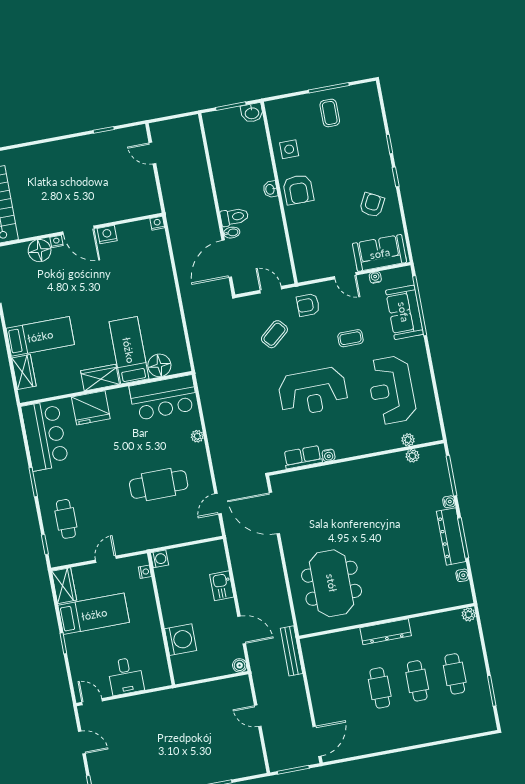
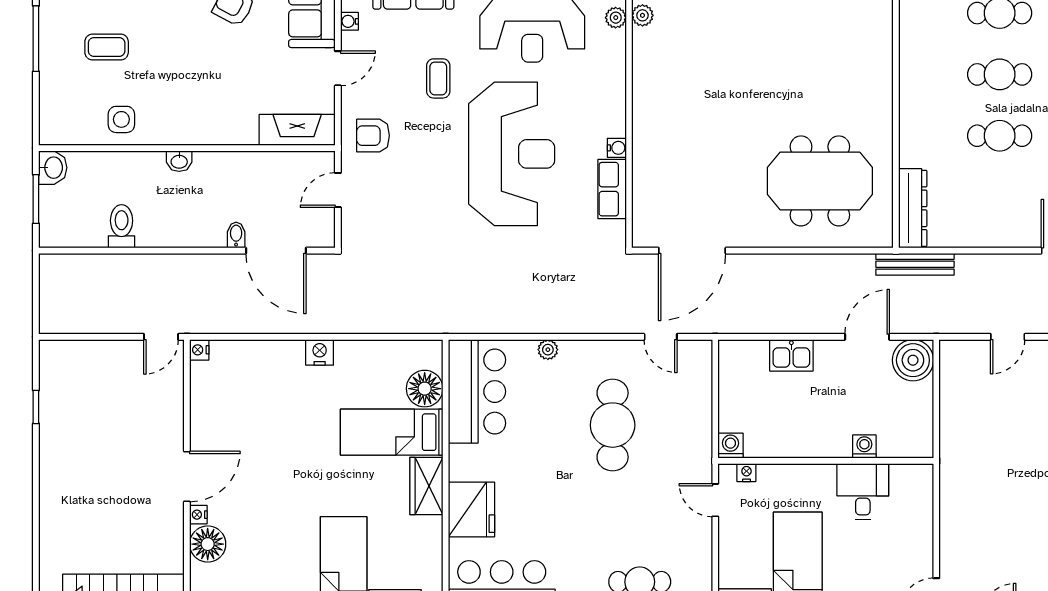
coffee table: (330, 113) -> (107, 47), moved
door: (152, 153) -> (161, 337), moved
armchair: (298, 190) -> (188, 117), removed
toilet: (234, 217) -> (122, 226), moved
nightstand: (107, 235) -> (320, 352), moved, turned 90
fireplace: (303, 258) -> (297, 130), added
armchair: (308, 305) -> (373, 136), turned 90
coffee table: (274, 334) -> (409, 197), removed
reception desk: (313, 392) -> (512, 154), width x1.36, depth x1.30
door: (106, 559) -> (715, 500), moved
dresser: (386, 632) -> (913, 208), moved
washing machine: (181, 640) -> (864, 447), width x0.53, depth x0.53
boiler: (240, 665) -> (913, 360), width x1.86, depth x1.86
desk: (126, 676) -> (863, 491), moved, turned -90

